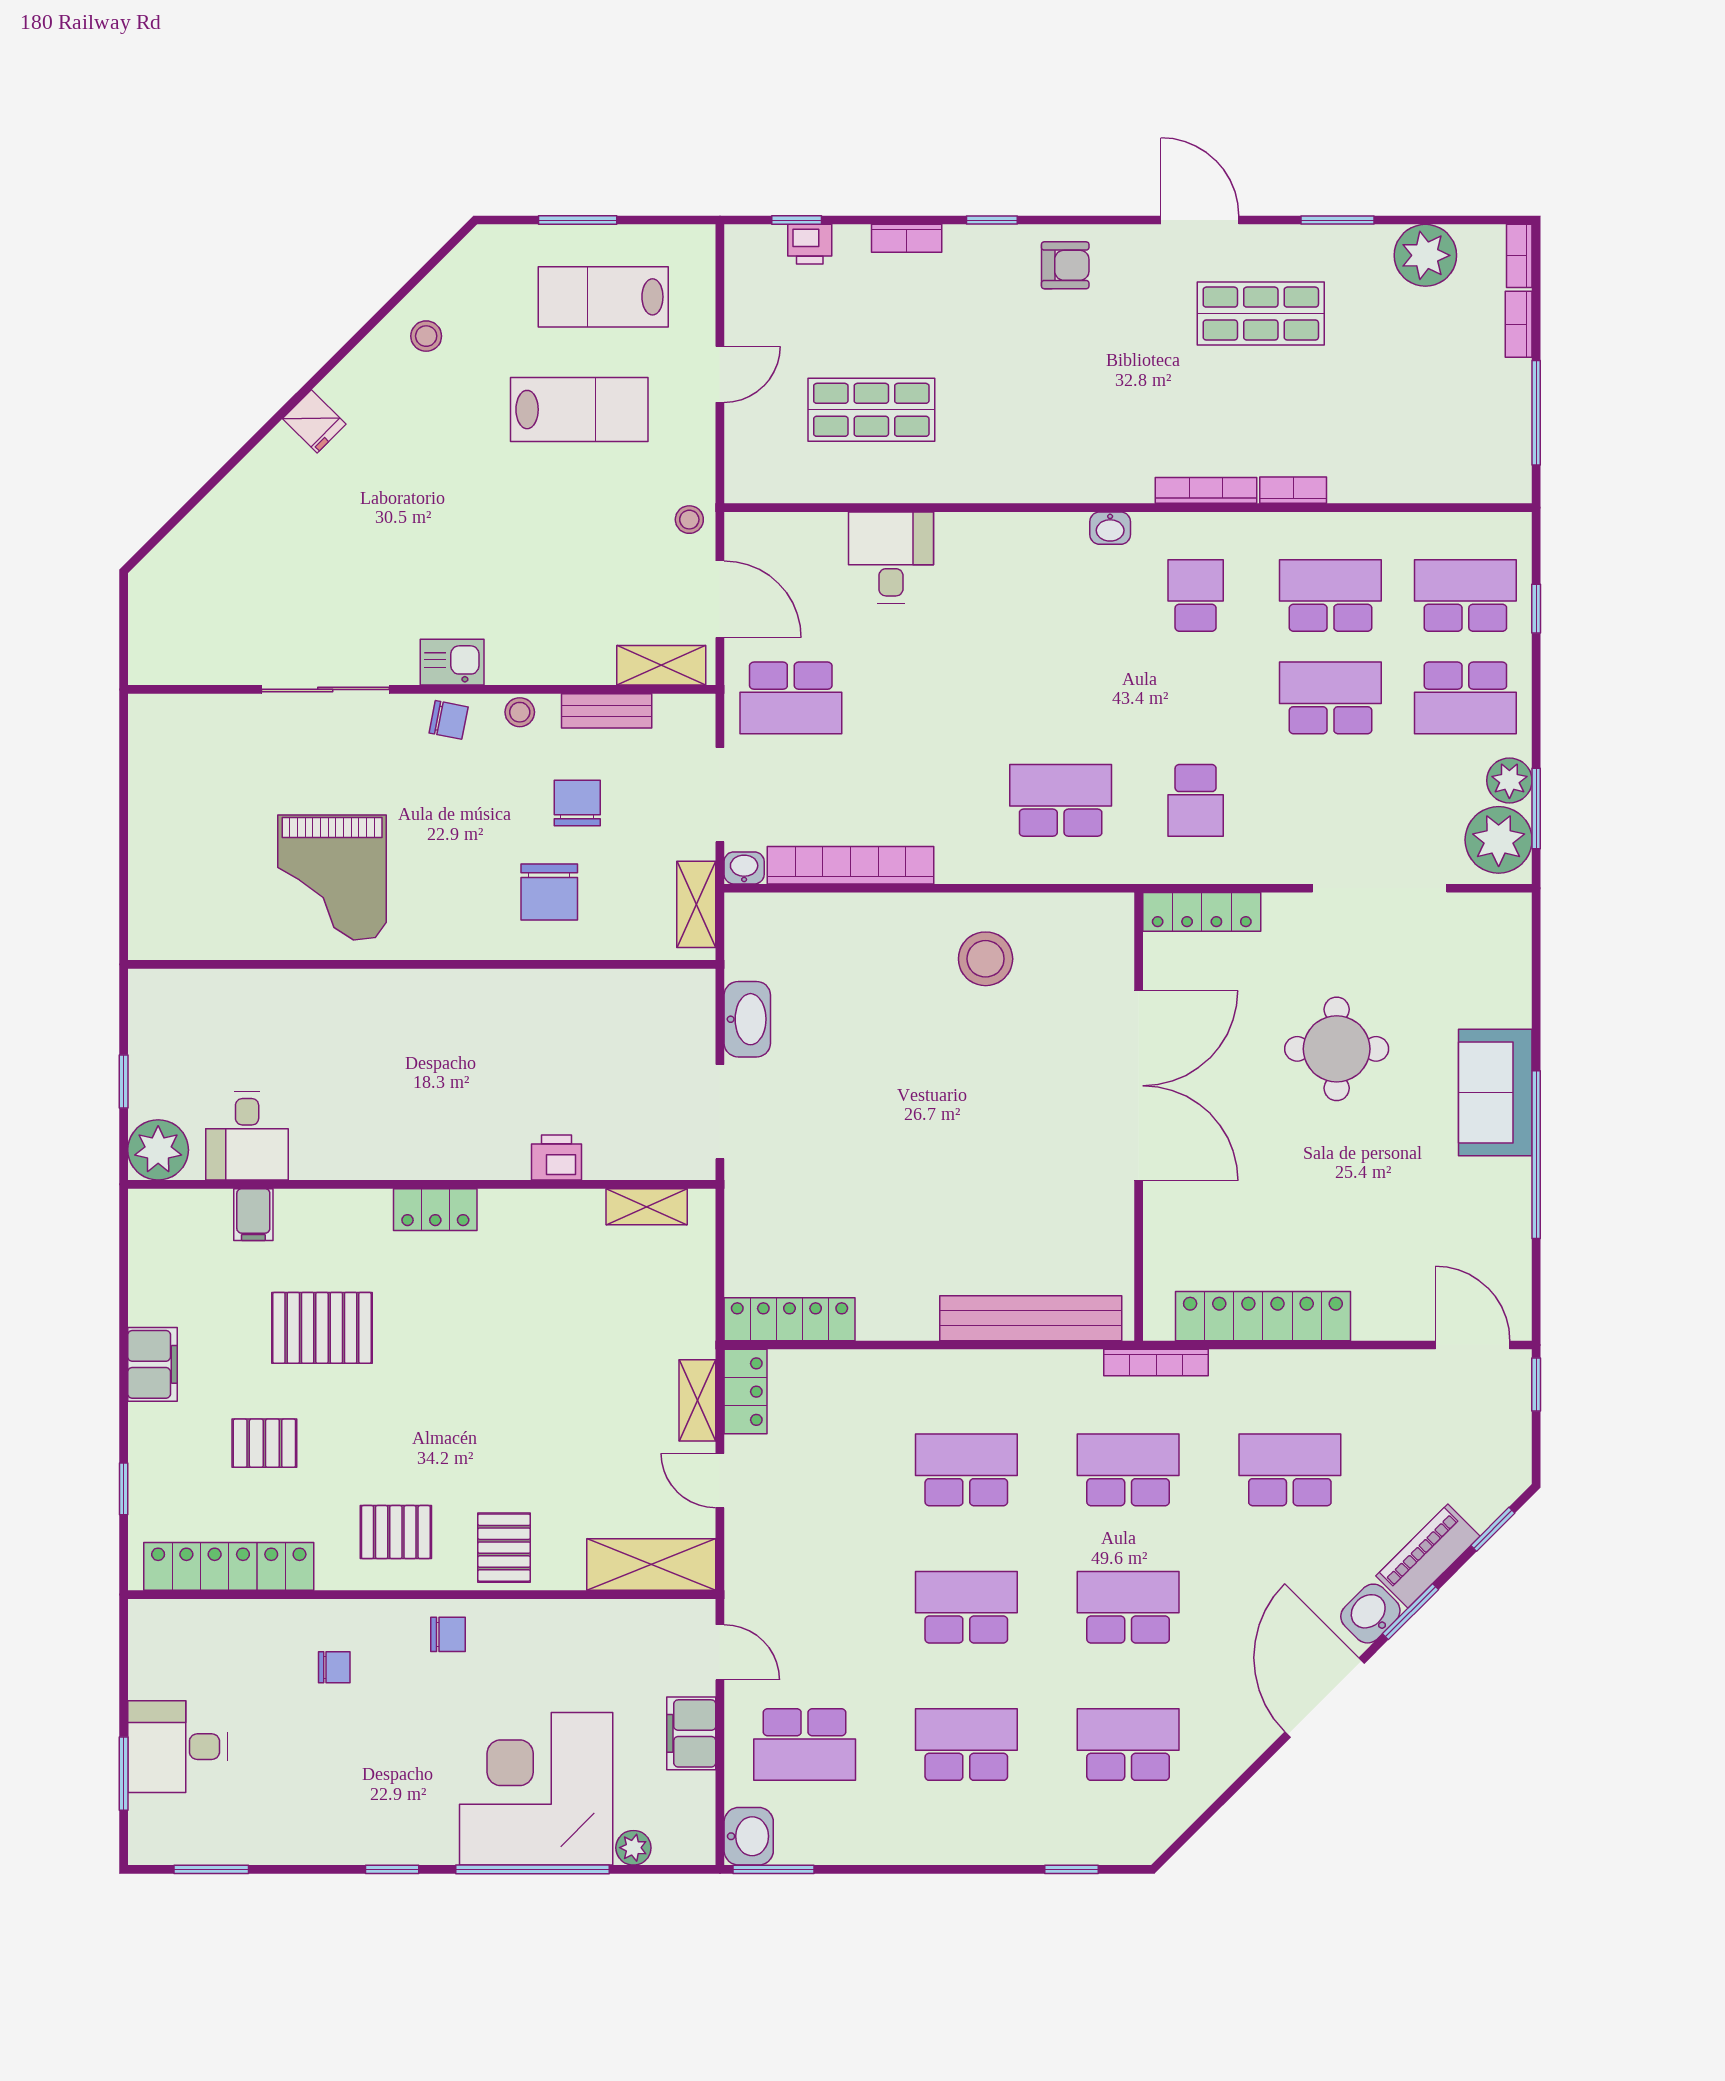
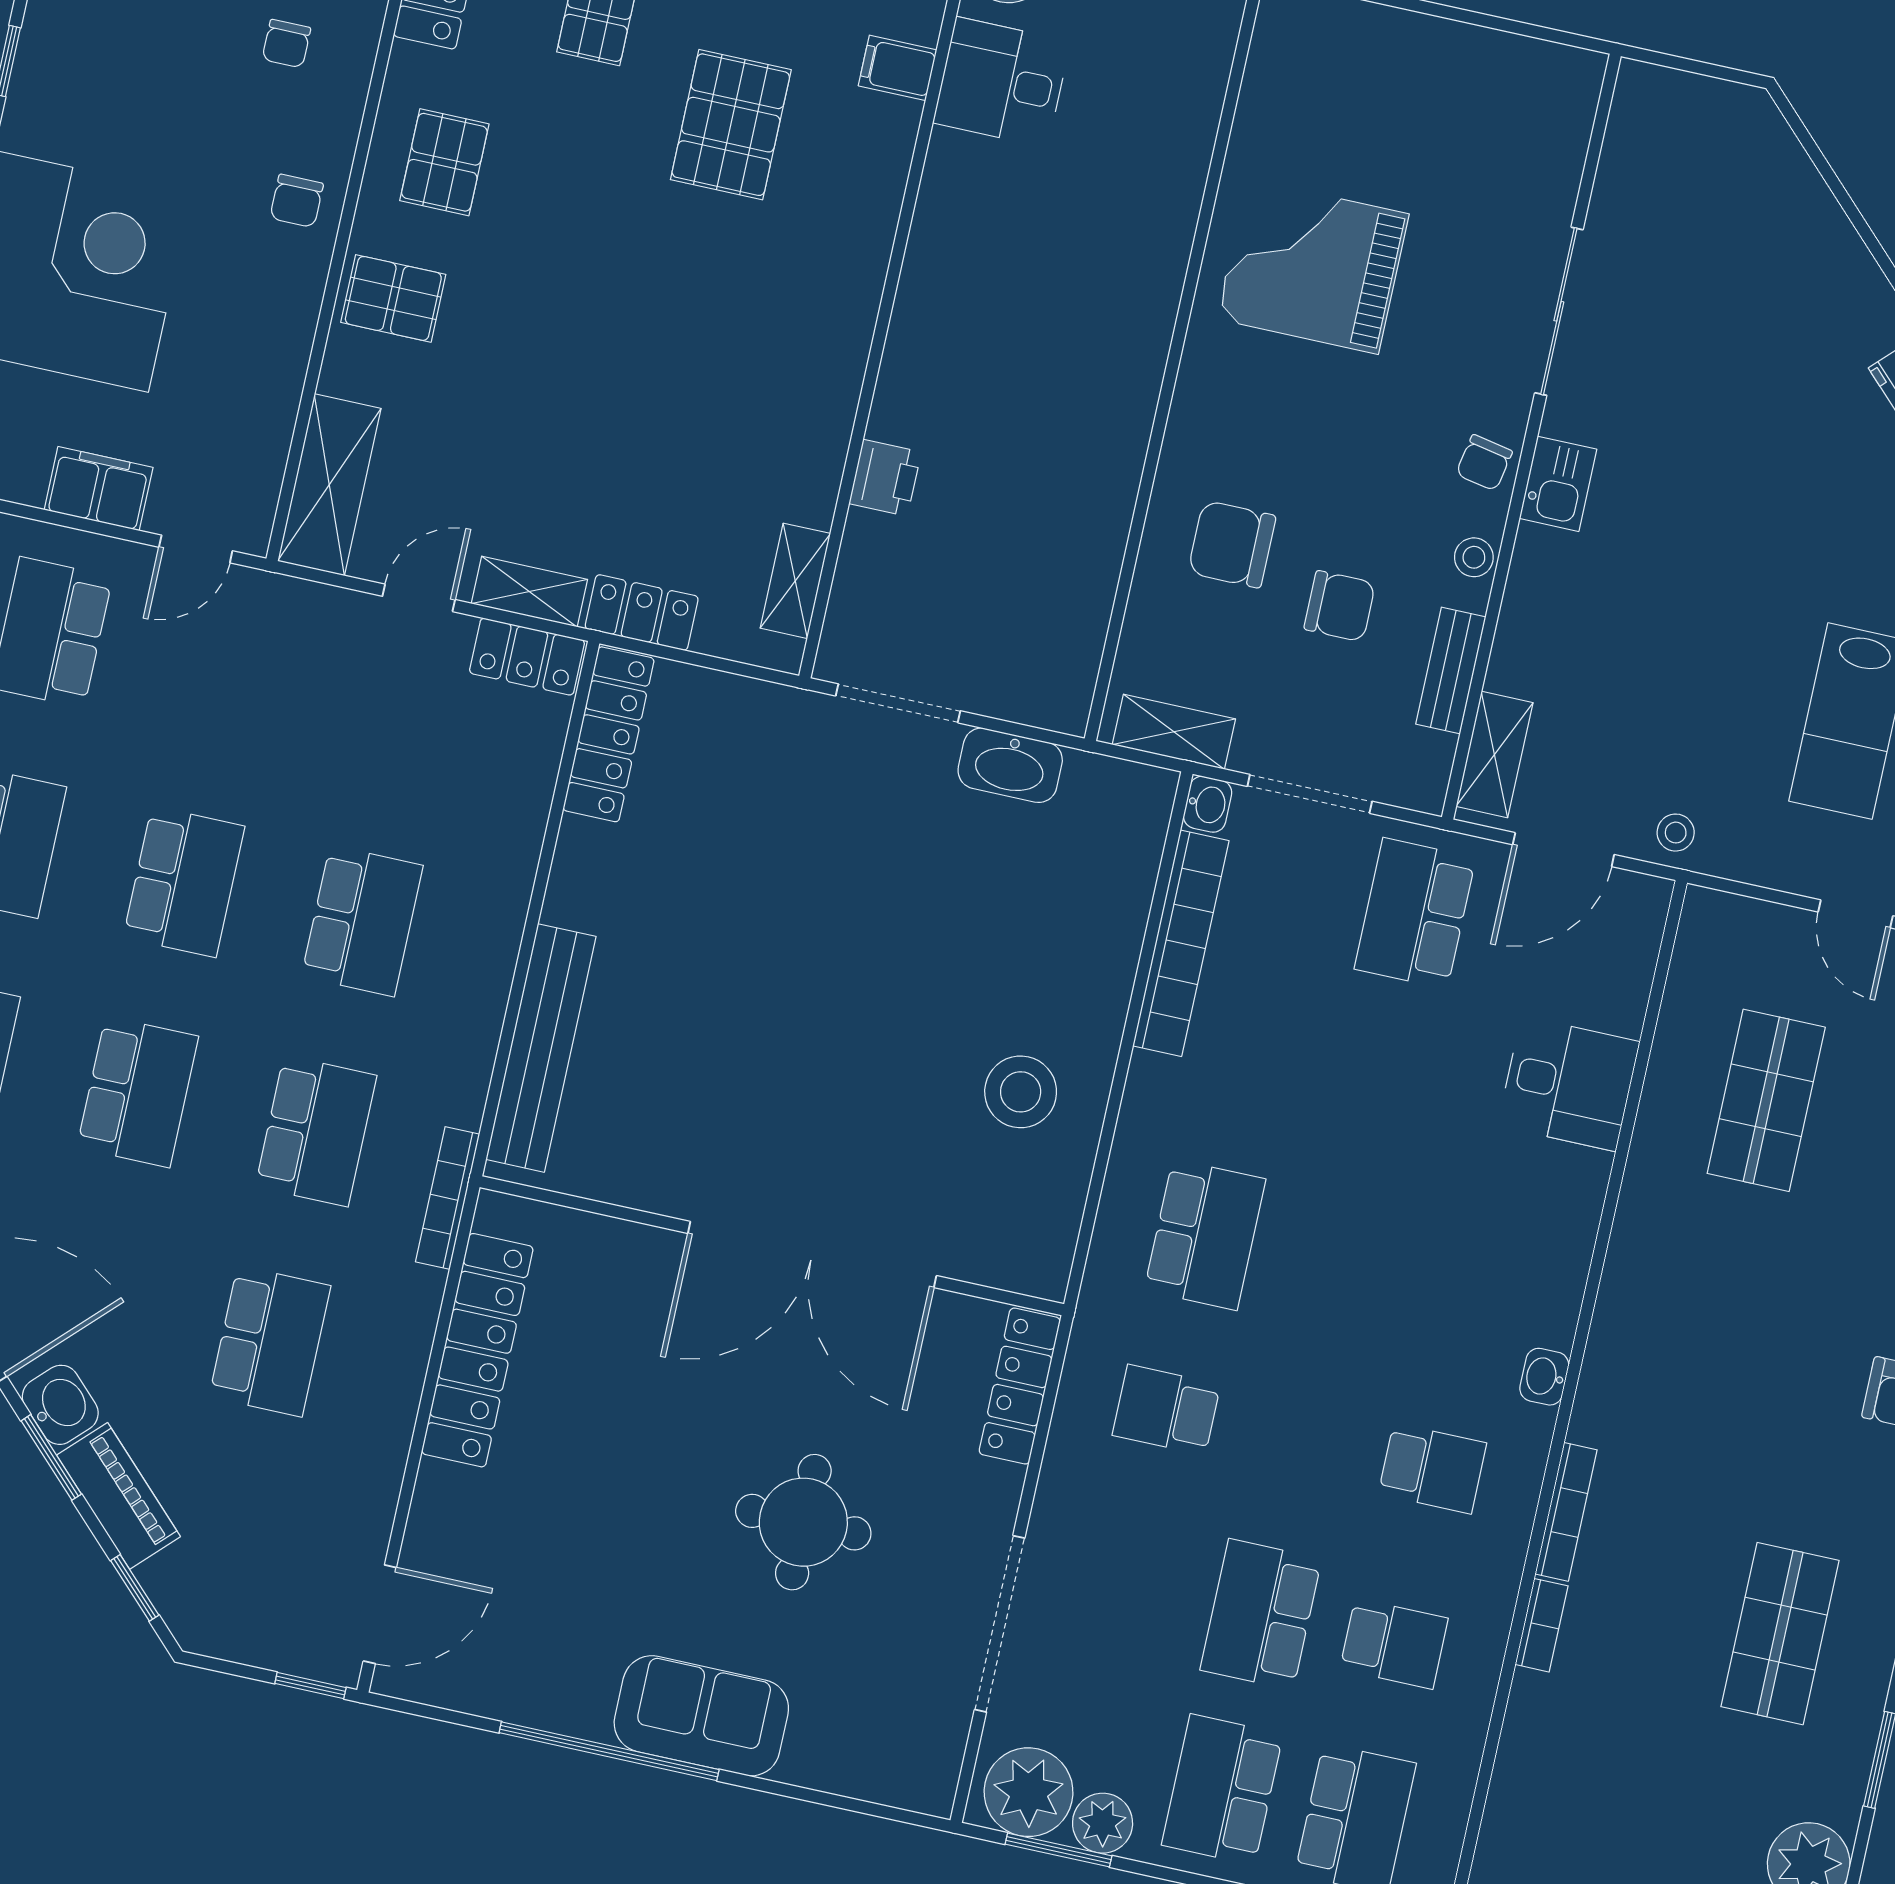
school desk: (1330, 595) -> (1394, 1644), width x0.54
school desk: (1330, 698) -> (1261, 1614), turned 180
locker: (435, 1210) -> (642, 613), moved, turned 90

